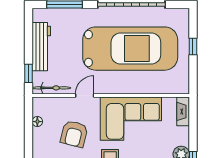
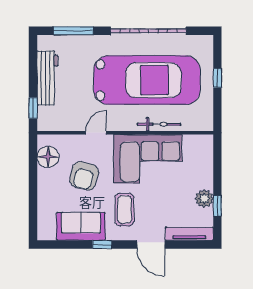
bicycle: (52, 88) -> (159, 124), moved
fireplace: (183, 111) -> (206, 151), removed
floor lamp: (37, 122) -> (48, 157), width x1.89, depth x1.89

